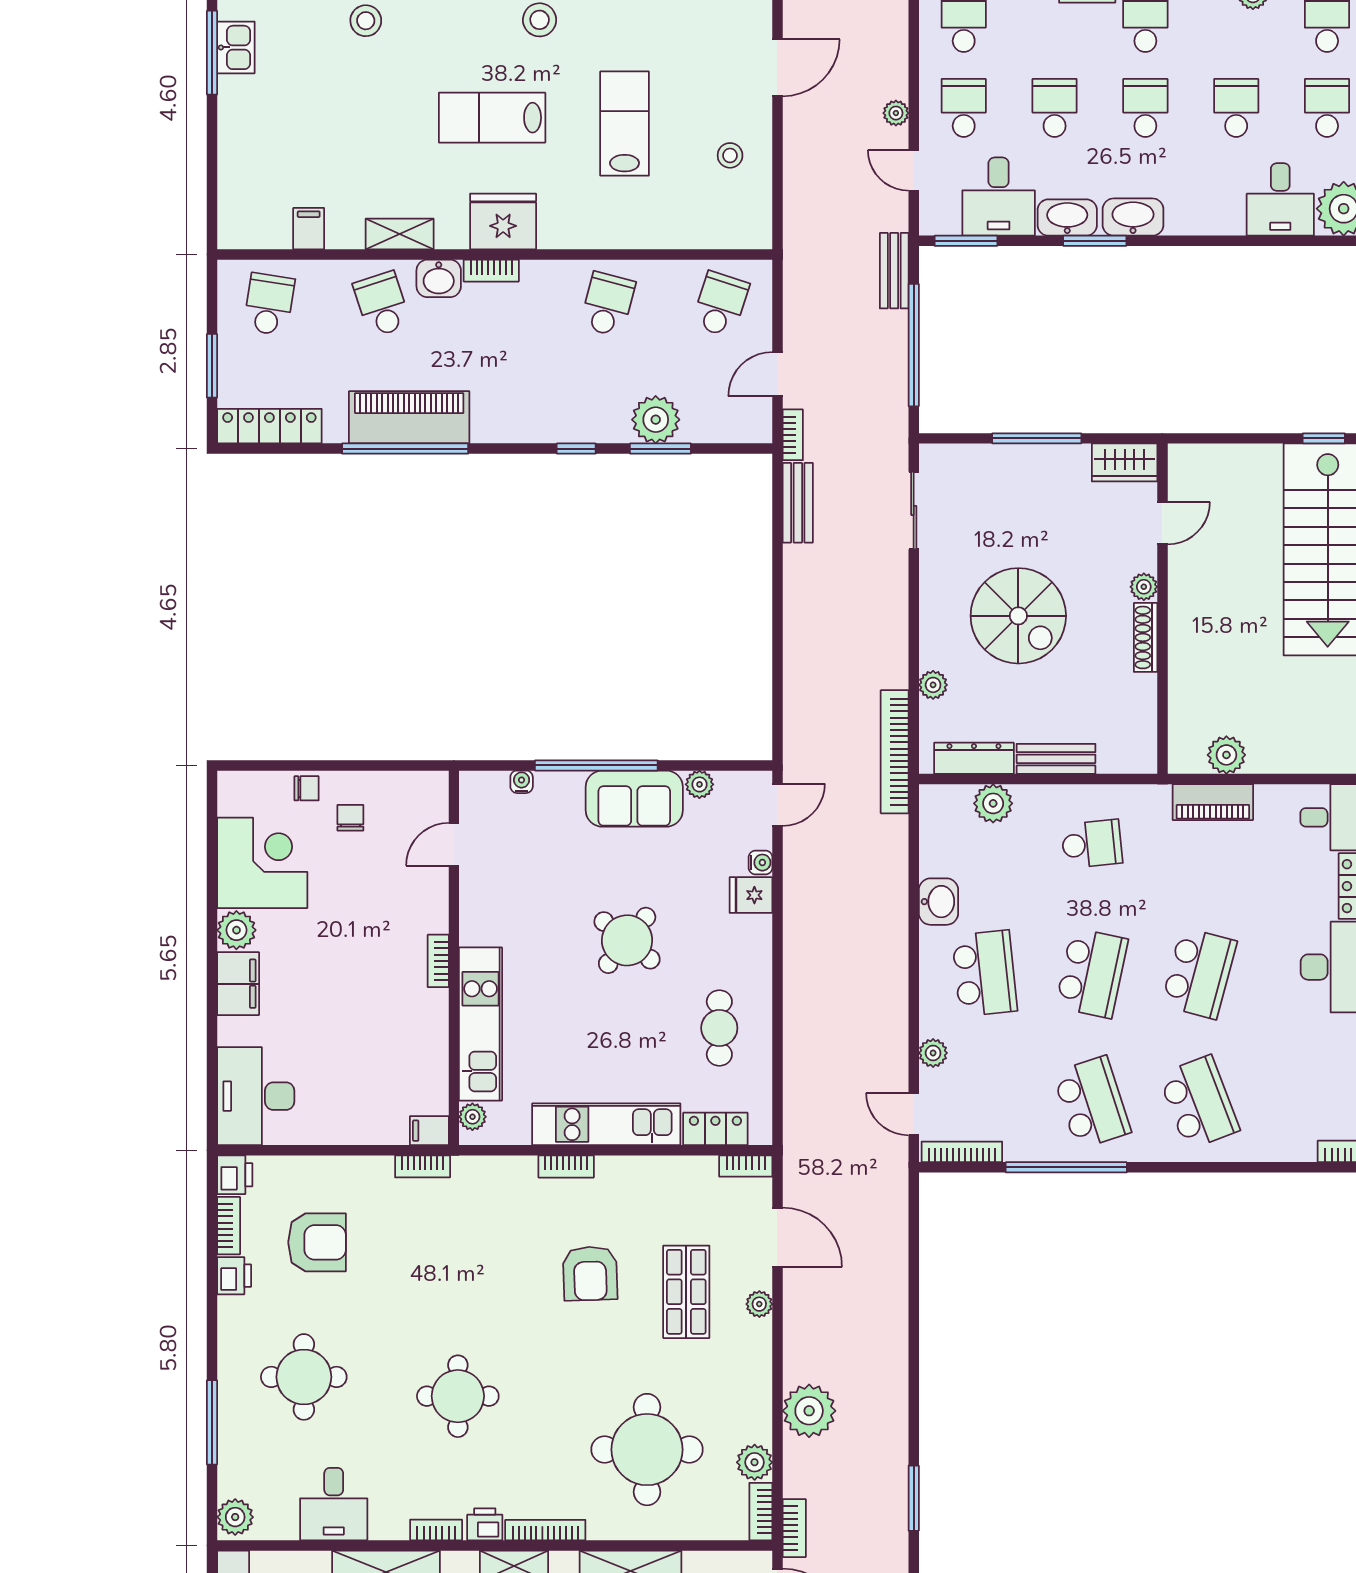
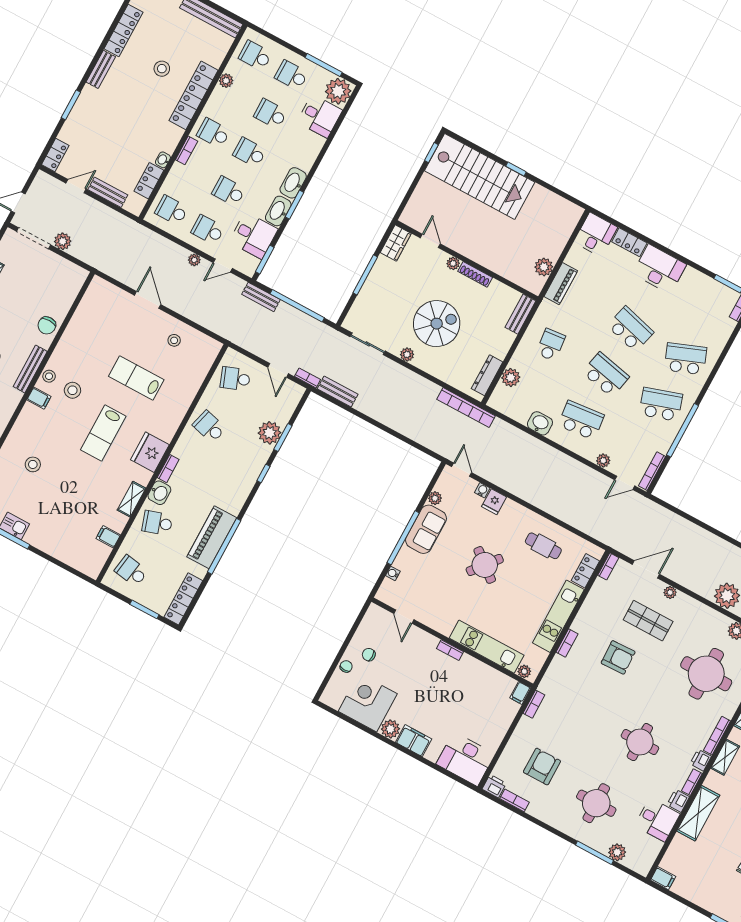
school desk: (720, 304) -> (235, 379), turned -39
plant: (933, 685) -> (407, 355), moved
bench: (1056, 759) -> (520, 314), moved
printer: (234, 1276) -> (678, 801), moved, turned -90
plant: (235, 1517) -> (617, 852), moved

